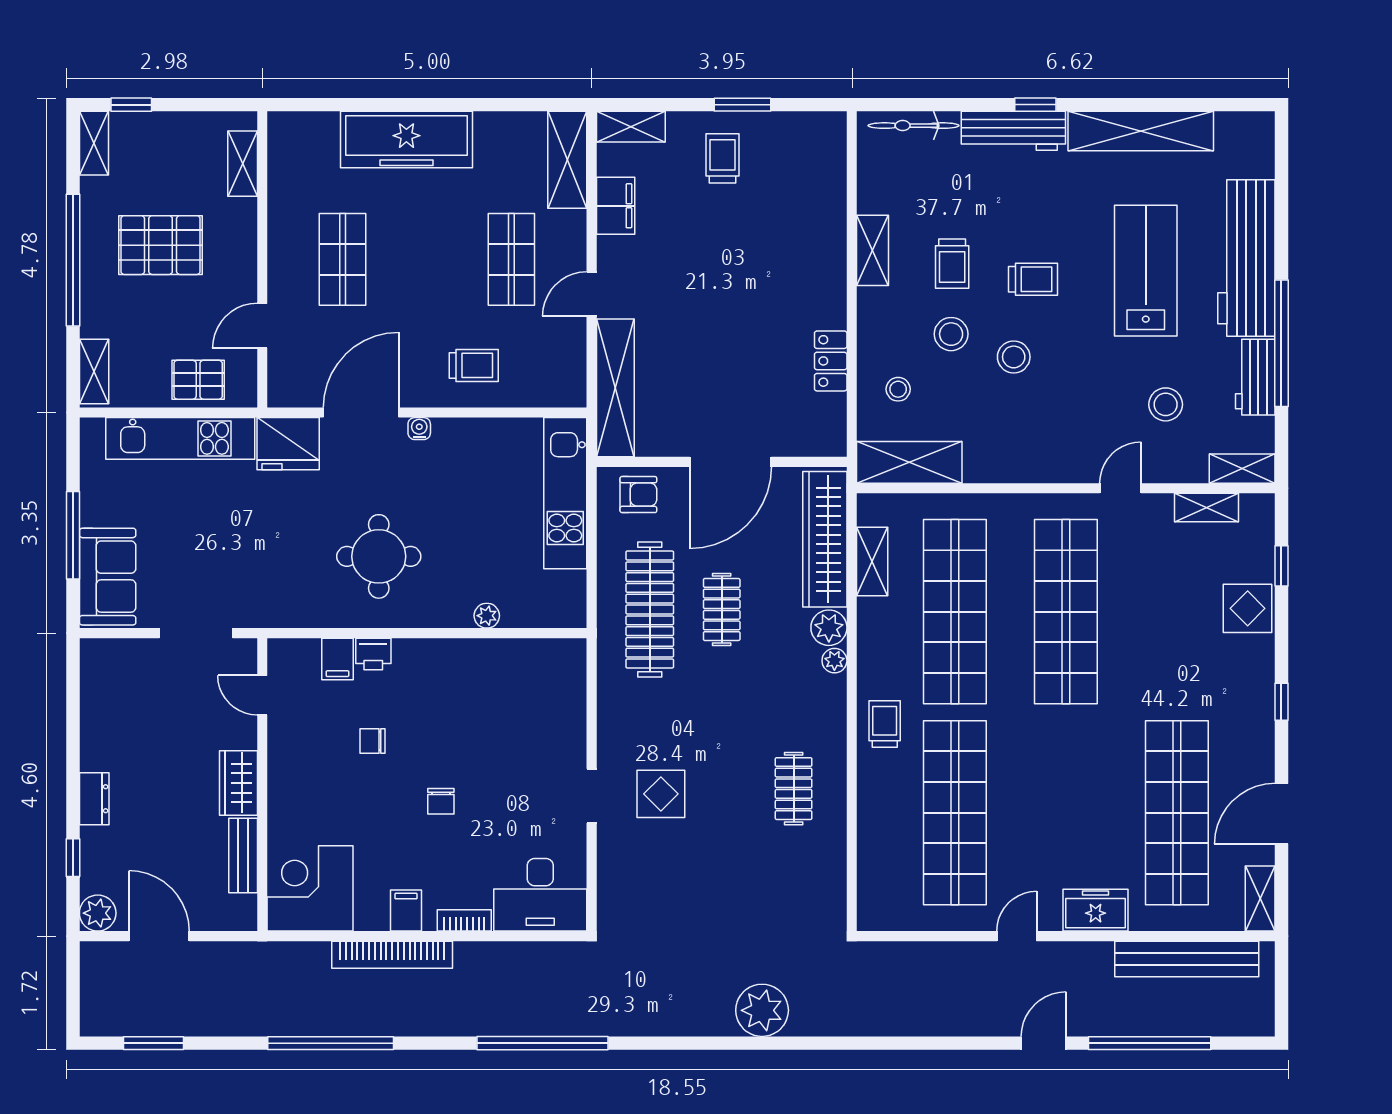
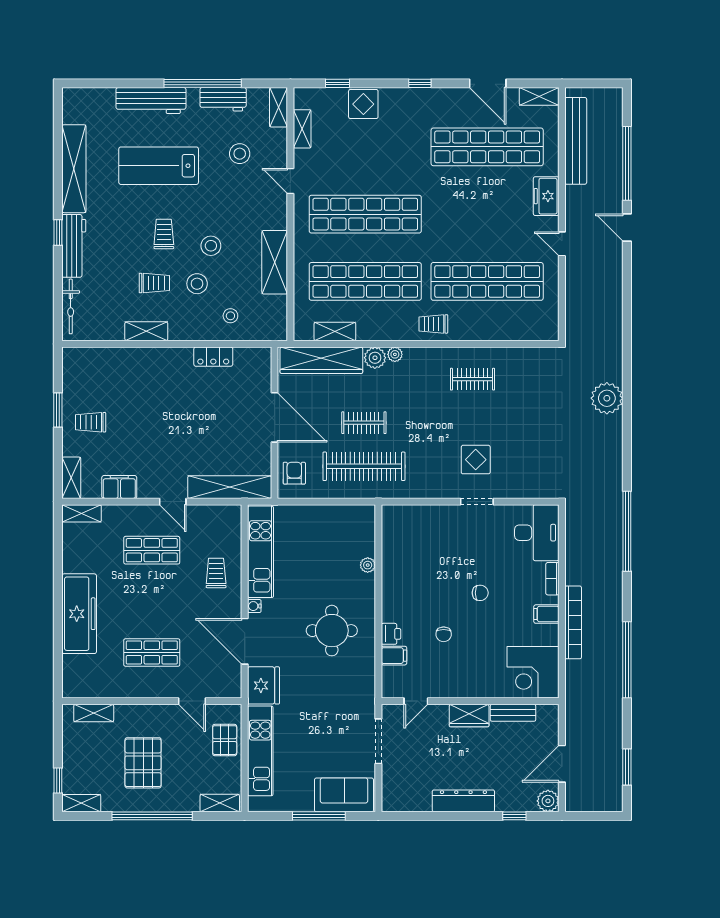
shelving: (567, 160) -> (82, 513), width x0.67, depth x0.75
workbench: (1246, 258) -> (151, 100), width x0.73, depth x0.76
shelving: (909, 462) -> (275, 262), moved
kitchen unit: (565, 493) -> (260, 552), moved, turned -90
dresser: (94, 799) -> (463, 801), width x1.96, depth x1.24

